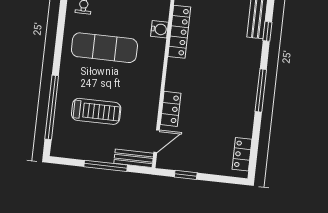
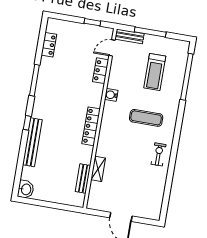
water cooler: (159, 29) -> (111, 95), moved
exercise mat: (104, 48) -> (146, 118), width x0.73, depth x0.69
treadmill: (96, 111) -> (155, 72), turned -90
locker: (242, 154) -> (49, 45), moved

